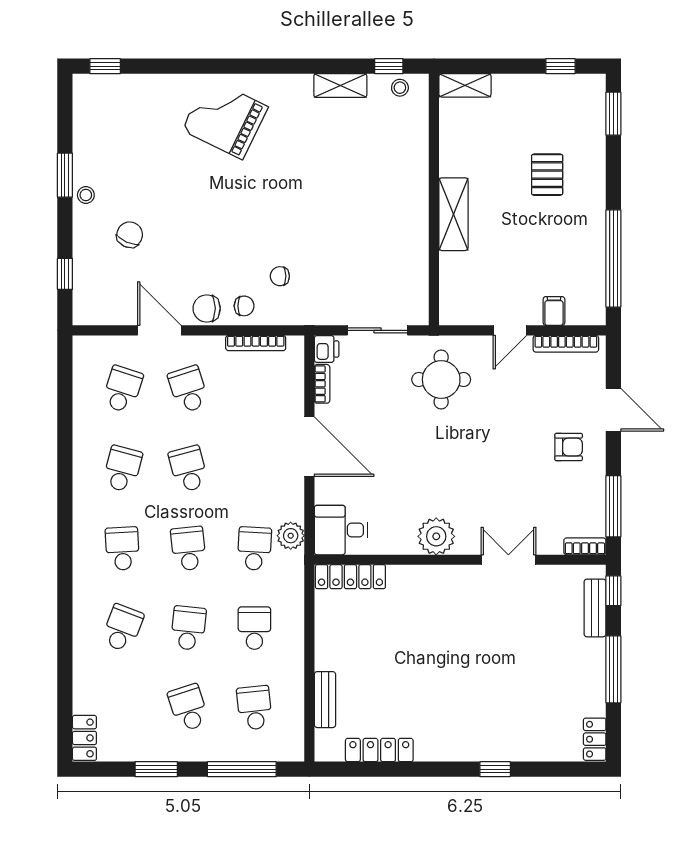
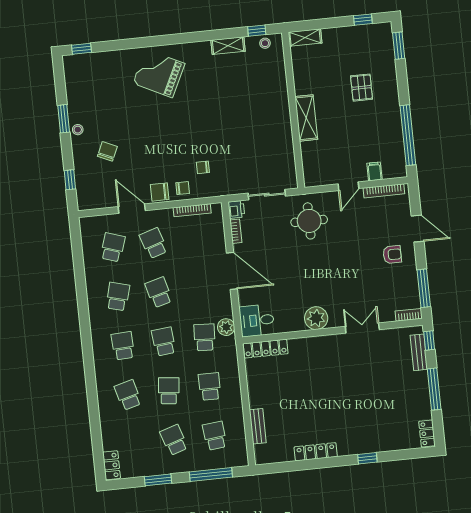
school desk: (122, 628) -> (128, 395), turned -36
locker: (379, 750) -> (316, 452), moved

